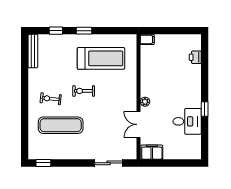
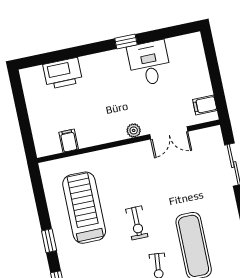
filing cabinet: (147, 39) -> (69, 141), moved
printer: (195, 57) -> (63, 73), width x1.87, depth x1.48
filing cabinet: (152, 152) -> (205, 105), width x0.50

